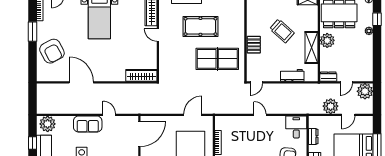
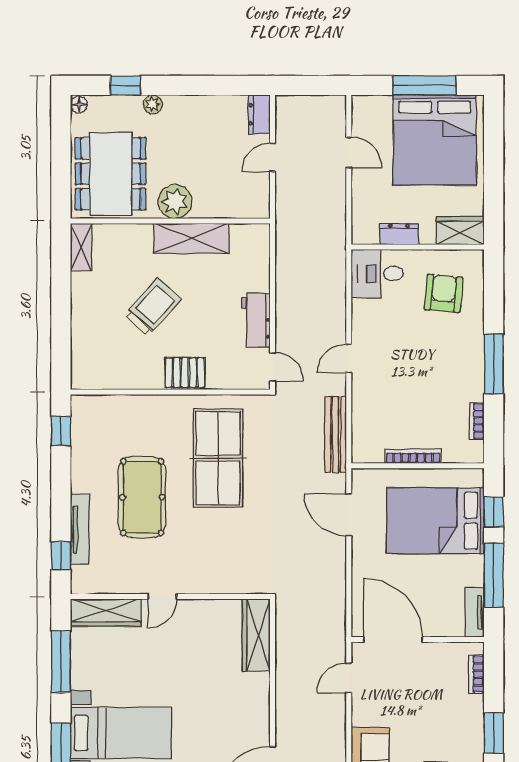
workbench: (292, 75) -> (256, 320), moved
dresser: (328, 77) -> (259, 114), moved
door: (346, 82) -> (273, 157), swing flipped
plant: (365, 91) -> (294, 113), removed
plant: (331, 106) -> (328, 194), removed
bench: (227, 109) -> (336, 435), added
door: (109, 115) -> (349, 678), moved

